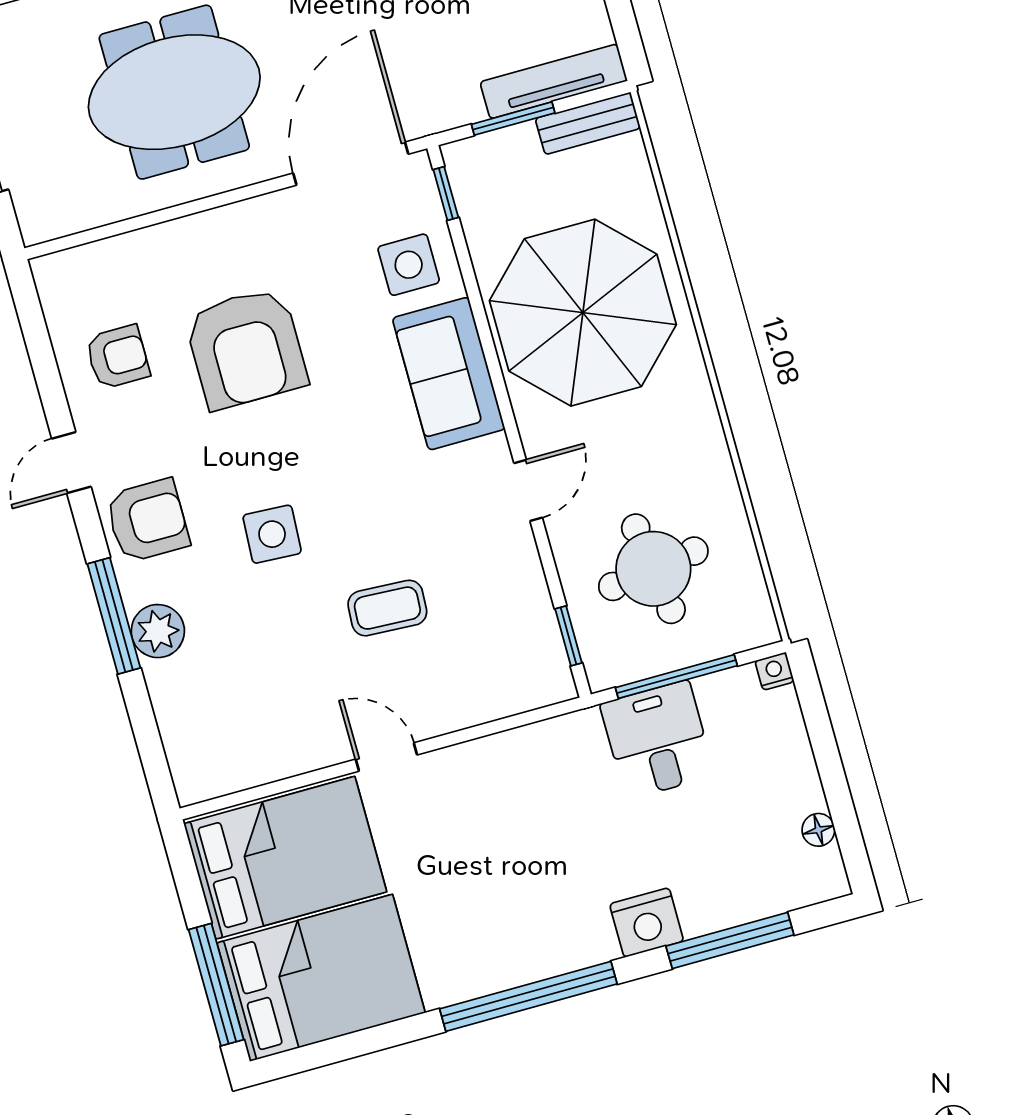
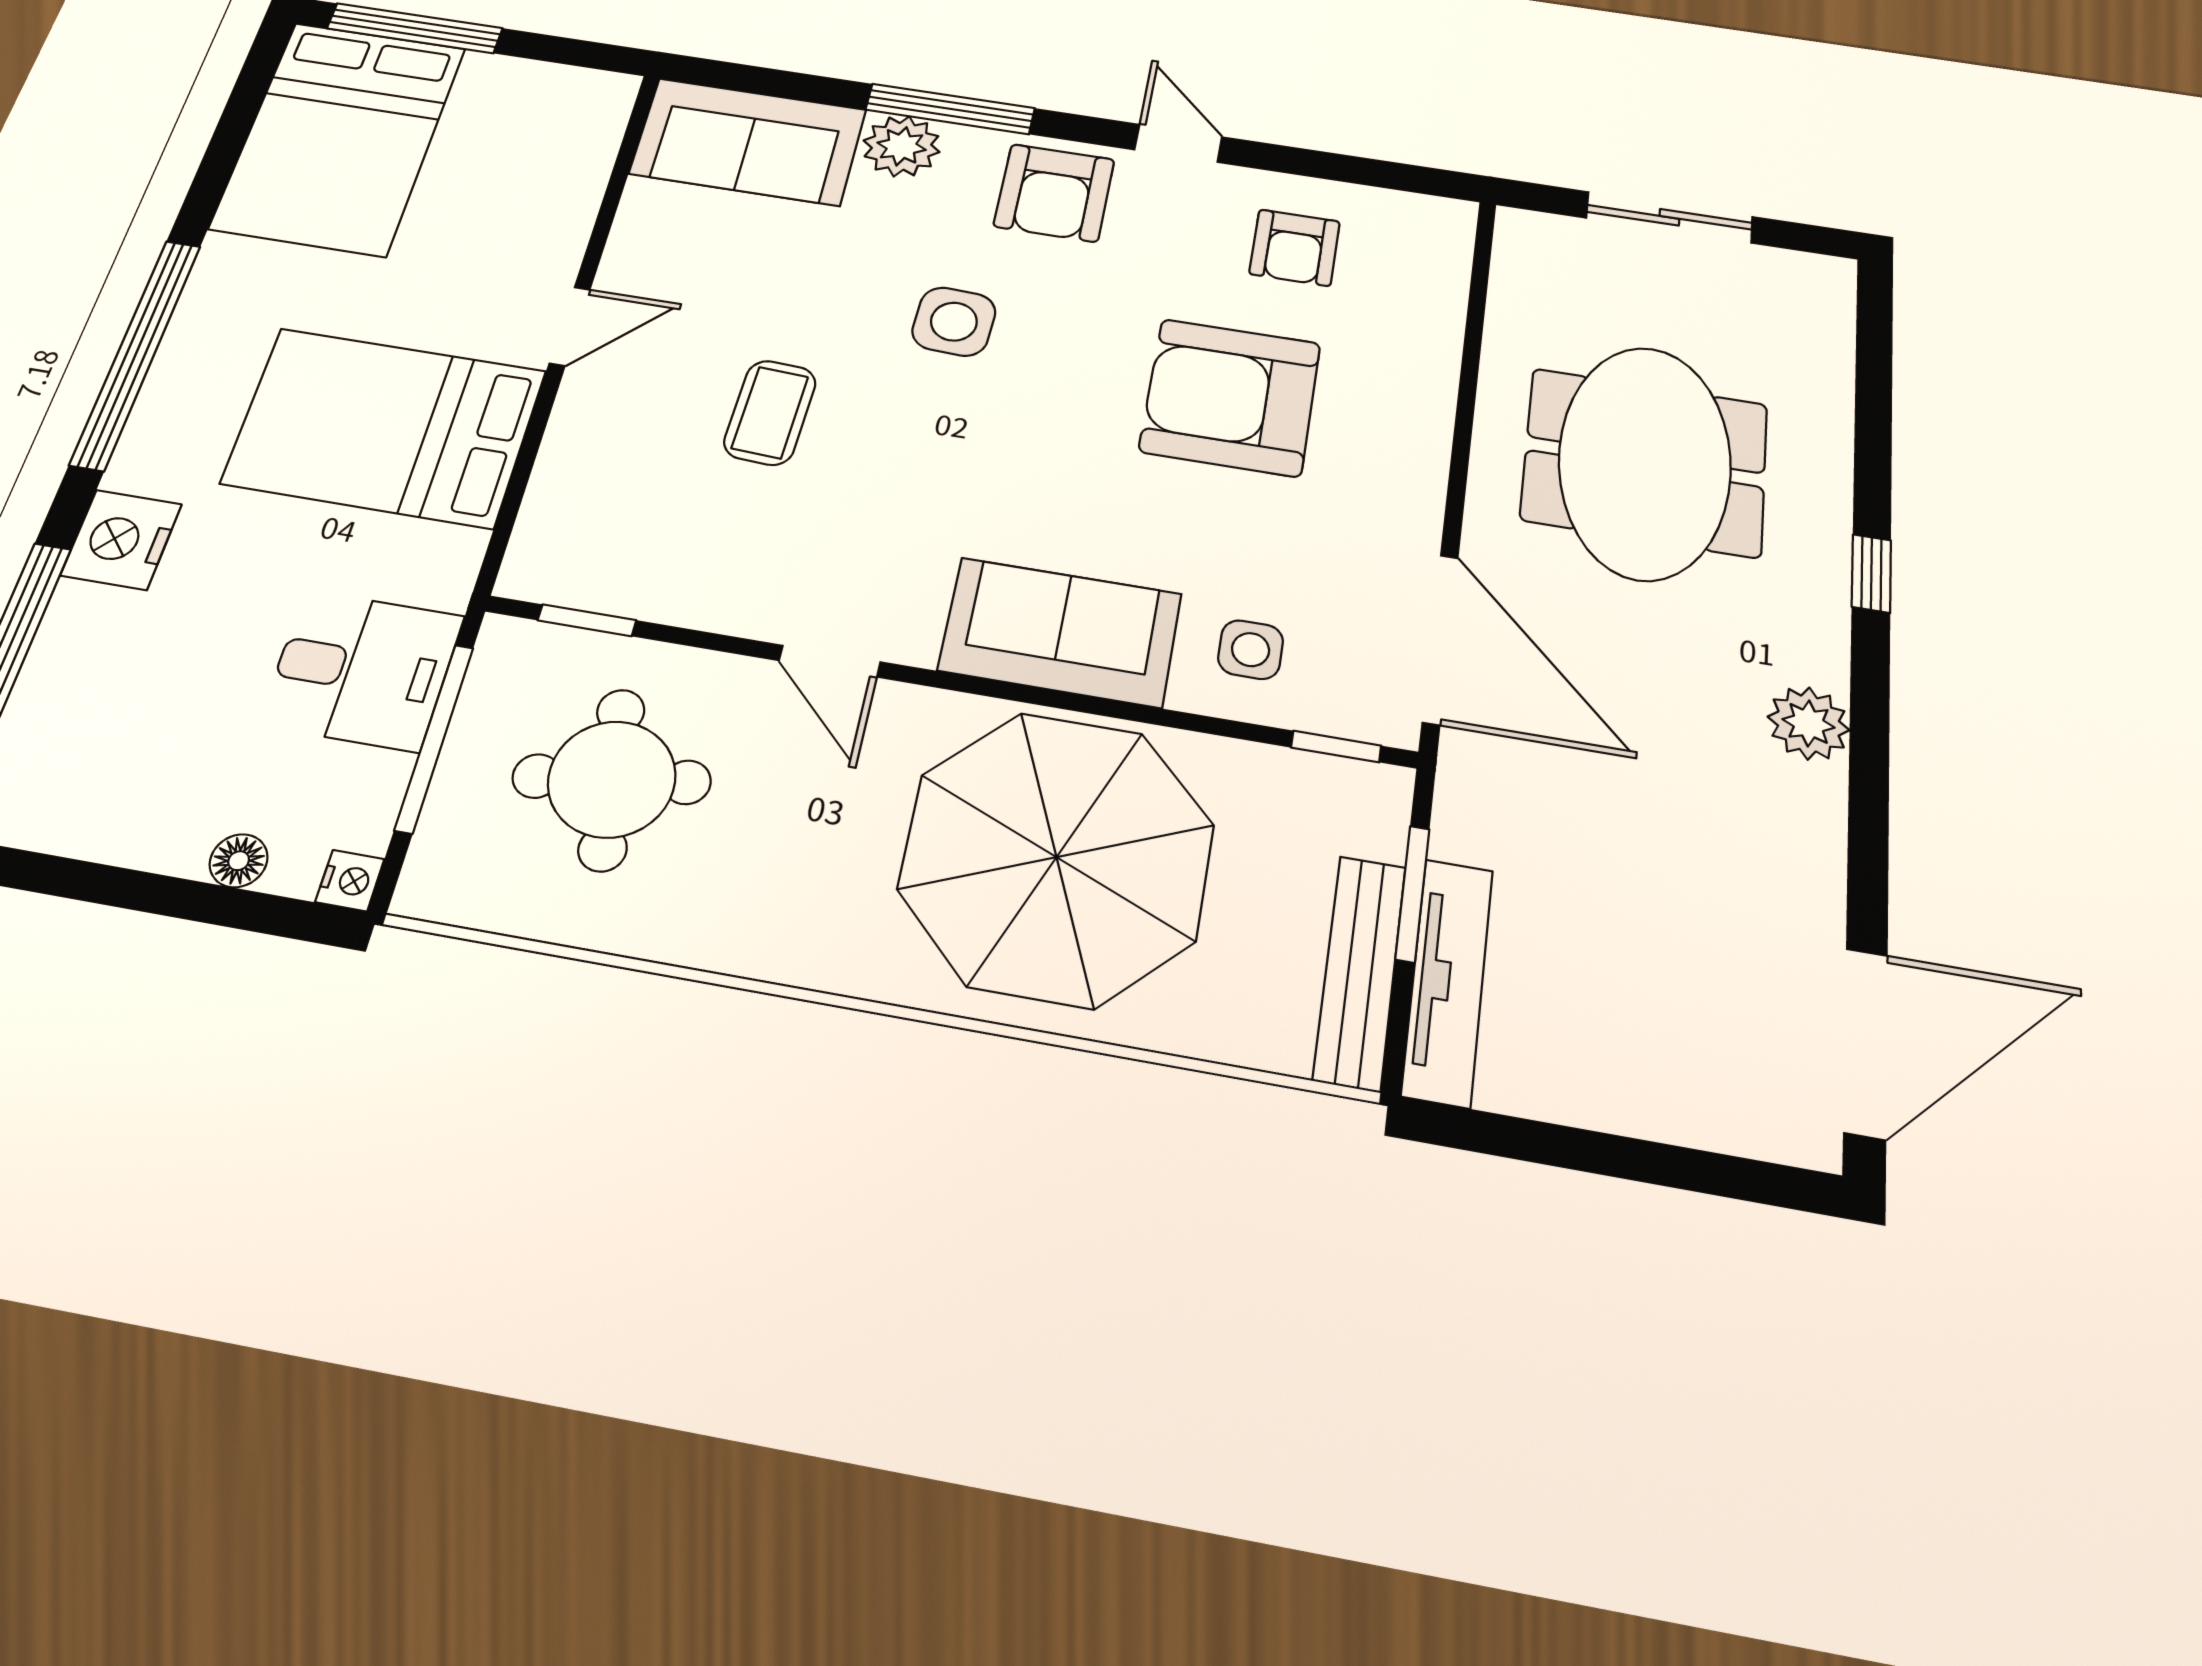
bench: (588, 123) -> (1360, 972), width x1.36
side table: (409, 265) -> (1251, 650), width x0.73, depth x0.73
sofa: (201, 727) -> (748, 142), added
floor lamp: (818, 830) -> (239, 861), moved
bed: (285, 858) -> (385, 427), moved, turned 90

